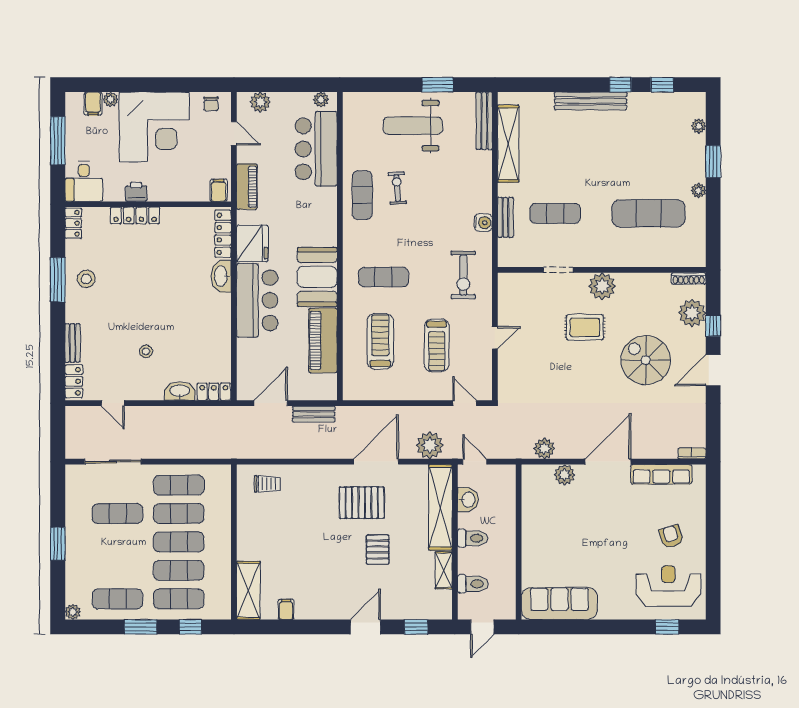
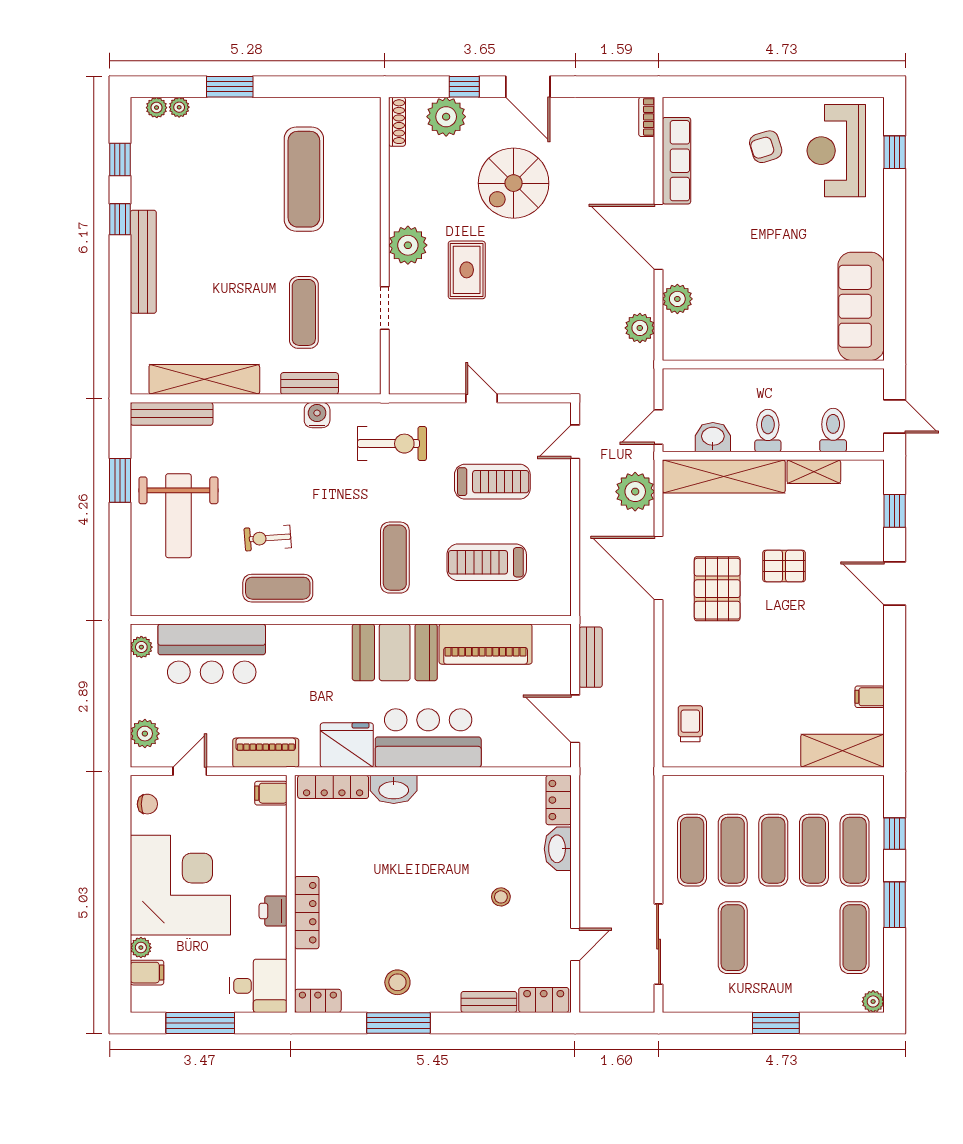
plant: (699, 190) -> (157, 108), moved

